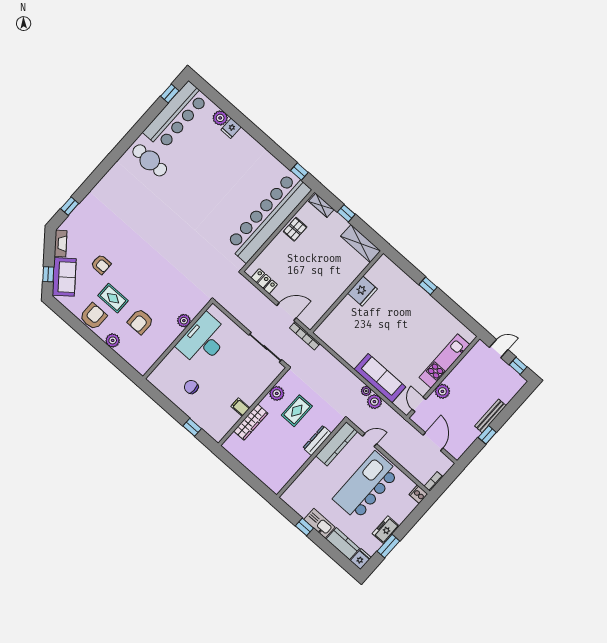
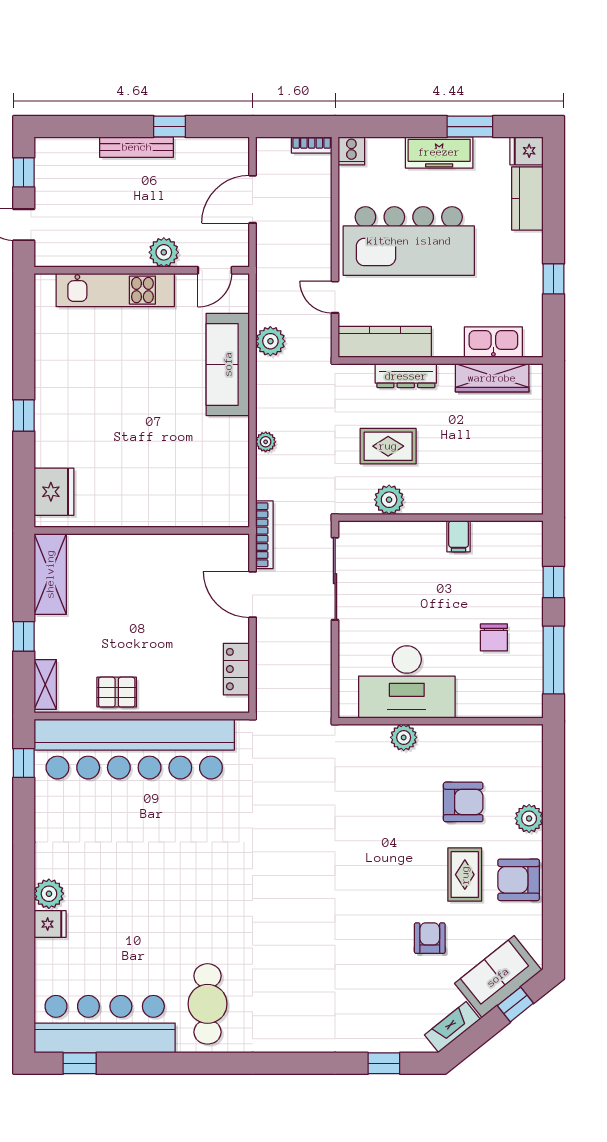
plant: (220, 118) -> (49, 894), moved
fridge: (362, 291) -> (54, 492), moved, turned 90
plant: (366, 391) -> (266, 442), moved
window: (163, 402) -> (553, 660), added
wardrobe: (251, 422) -> (492, 378), moved, turned 180
kitchen sink: (319, 523) -> (493, 342), moved, turned 90
freezer: (386, 530) -> (439, 152), width x1.40

